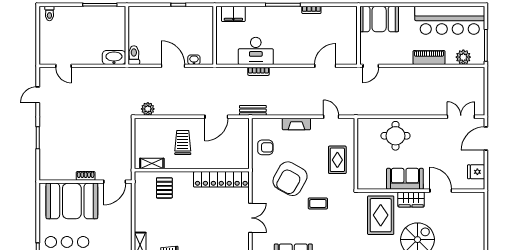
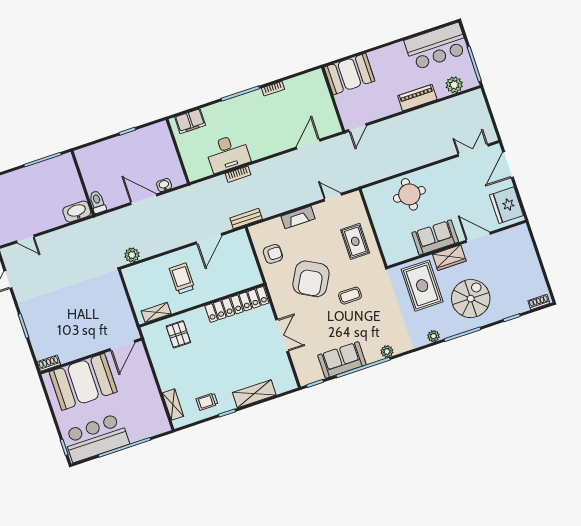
bar counter: (450, 20) -> (436, 46), width x0.73
fridge: (476, 172) -> (506, 205), width x1.88, depth x1.34
shoe rack: (86, 176) -> (49, 363), moved

